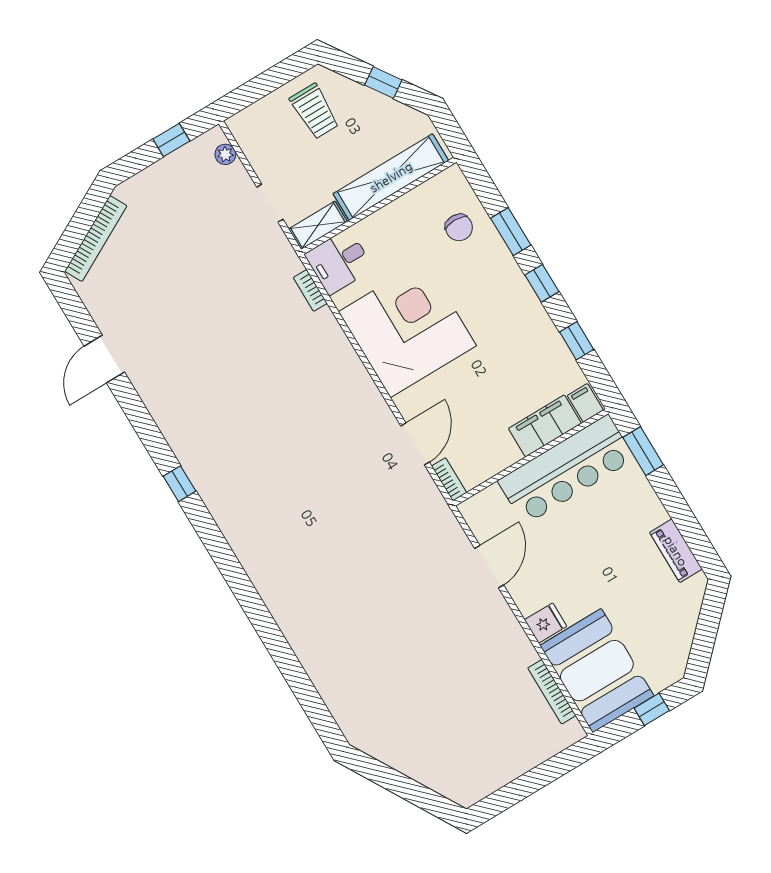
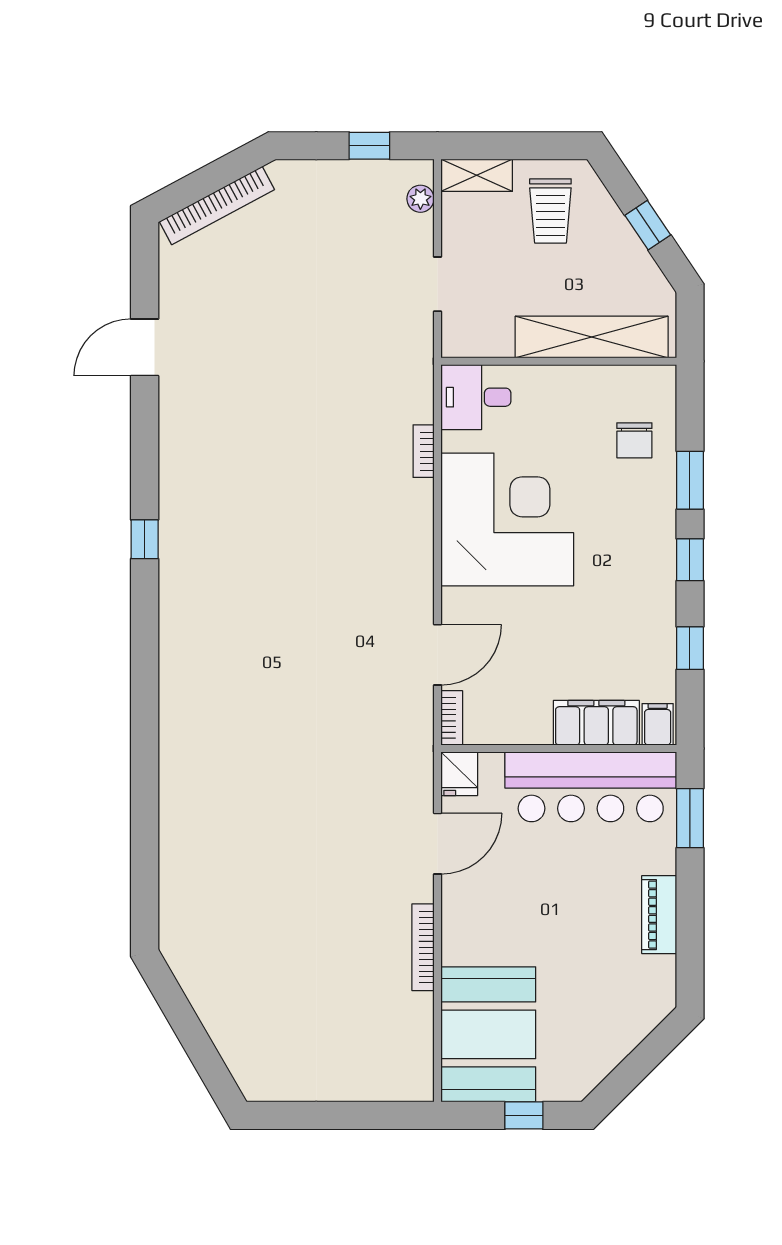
shelving: (318, 225) -> (477, 175), moved
bookcase: (310, 290) -> (424, 451), moved
piano: (676, 551) -> (659, 915), moved
fridge: (546, 623) -> (459, 774), moved, turned 90
bookcase: (552, 692) -> (423, 947), moved

